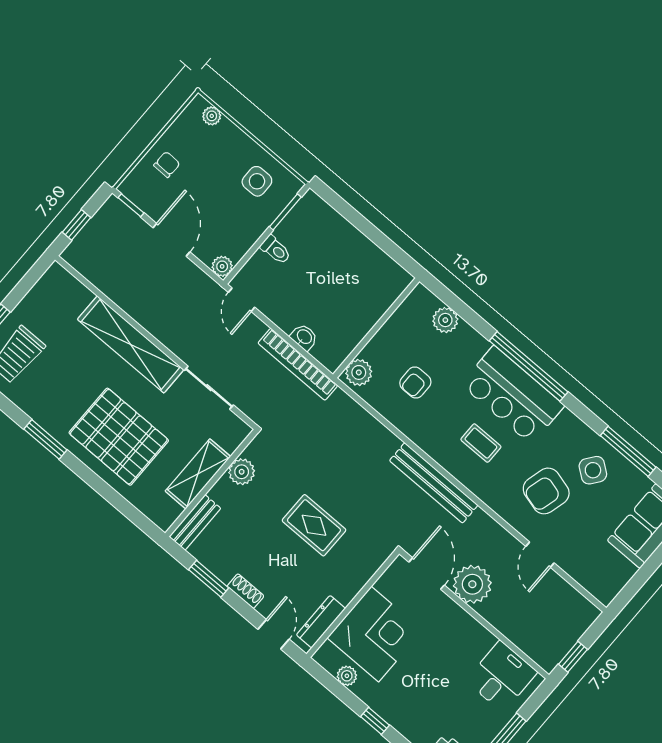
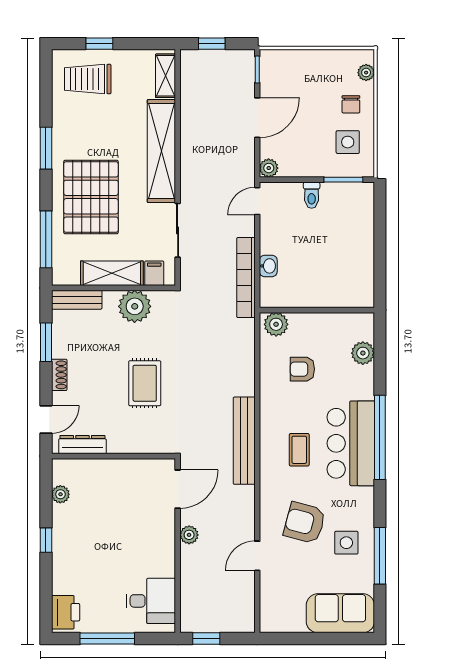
chair: (167, 165) -> (351, 104), moved, turned 89
shelving: (70, 287) -> (166, 76), added
filing cabinet: (228, 438) -> (154, 273), added
side table: (593, 470) -> (346, 543), turned -37
plant: (242, 472) -> (135, 306), width x1.36, depth x1.36
window: (122, 505) -> (46, 239), added
plant: (472, 584) -> (189, 535), width x0.53, depth x0.53
corner desk: (375, 634) -> (106, 489), removed

